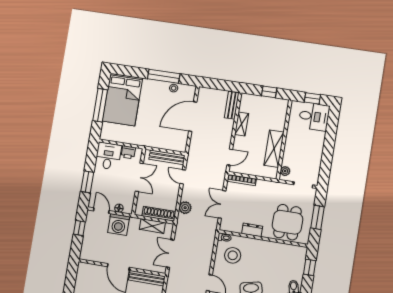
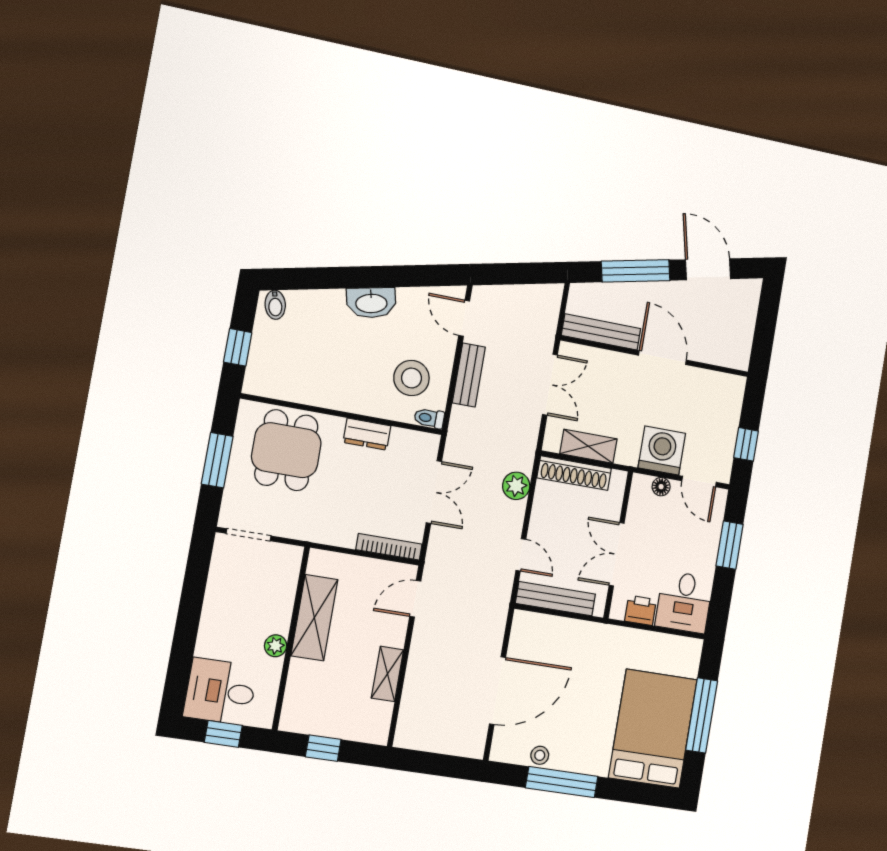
bench: (232, 105) -> (469, 375), moved
plant: (285, 171) -> (276, 646), moved

